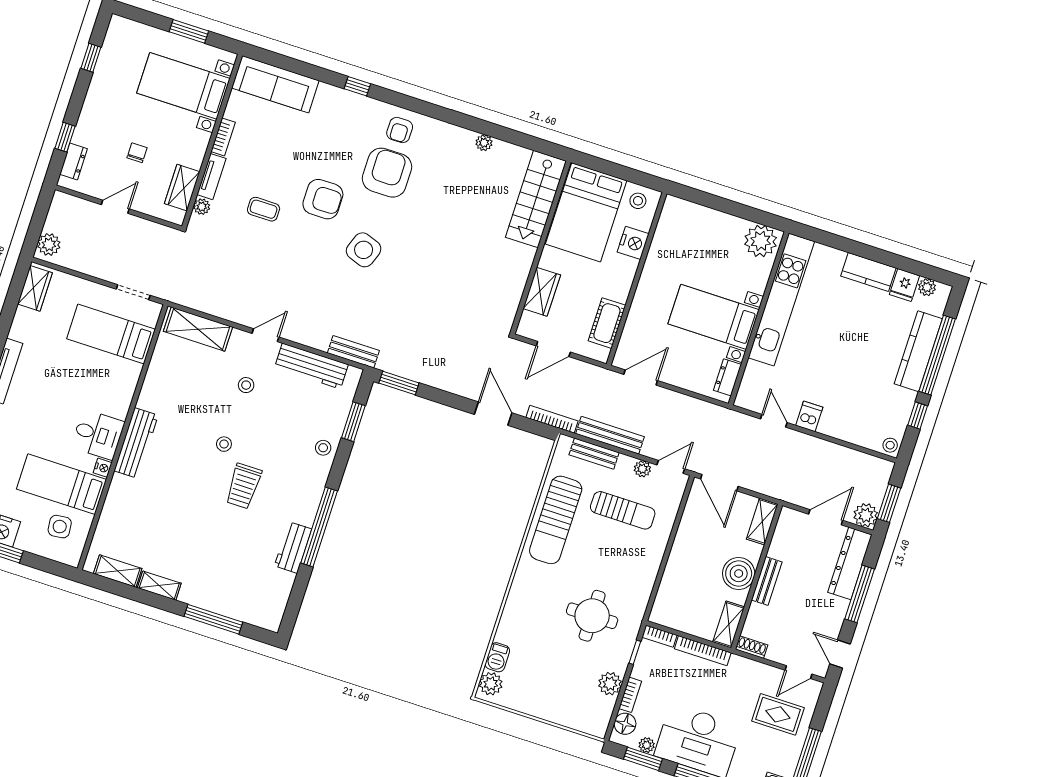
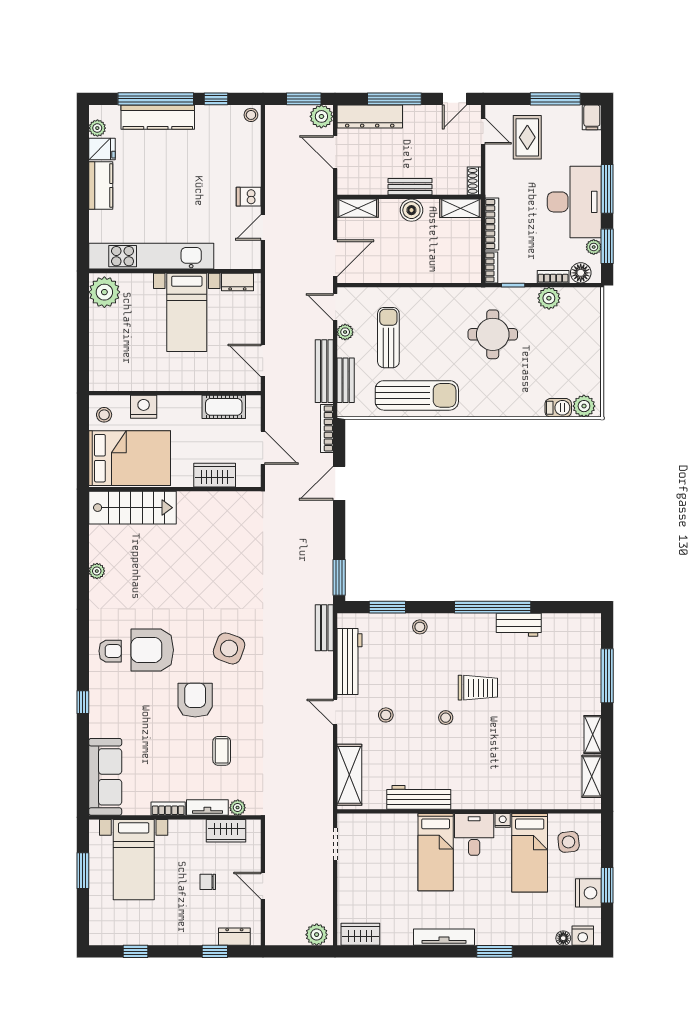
bed: (111, 334) -> (436, 852), moved
workbench: (136, 443) -> (419, 797), moved
boiler: (739, 573) -> (411, 210), width x0.73, depth x0.73

